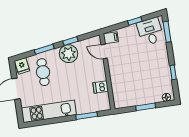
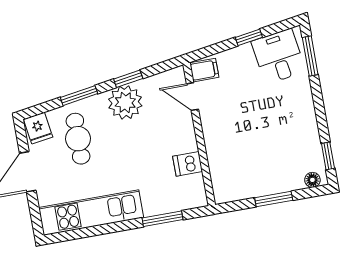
window: (173, 72) -> (328, 156), moved

